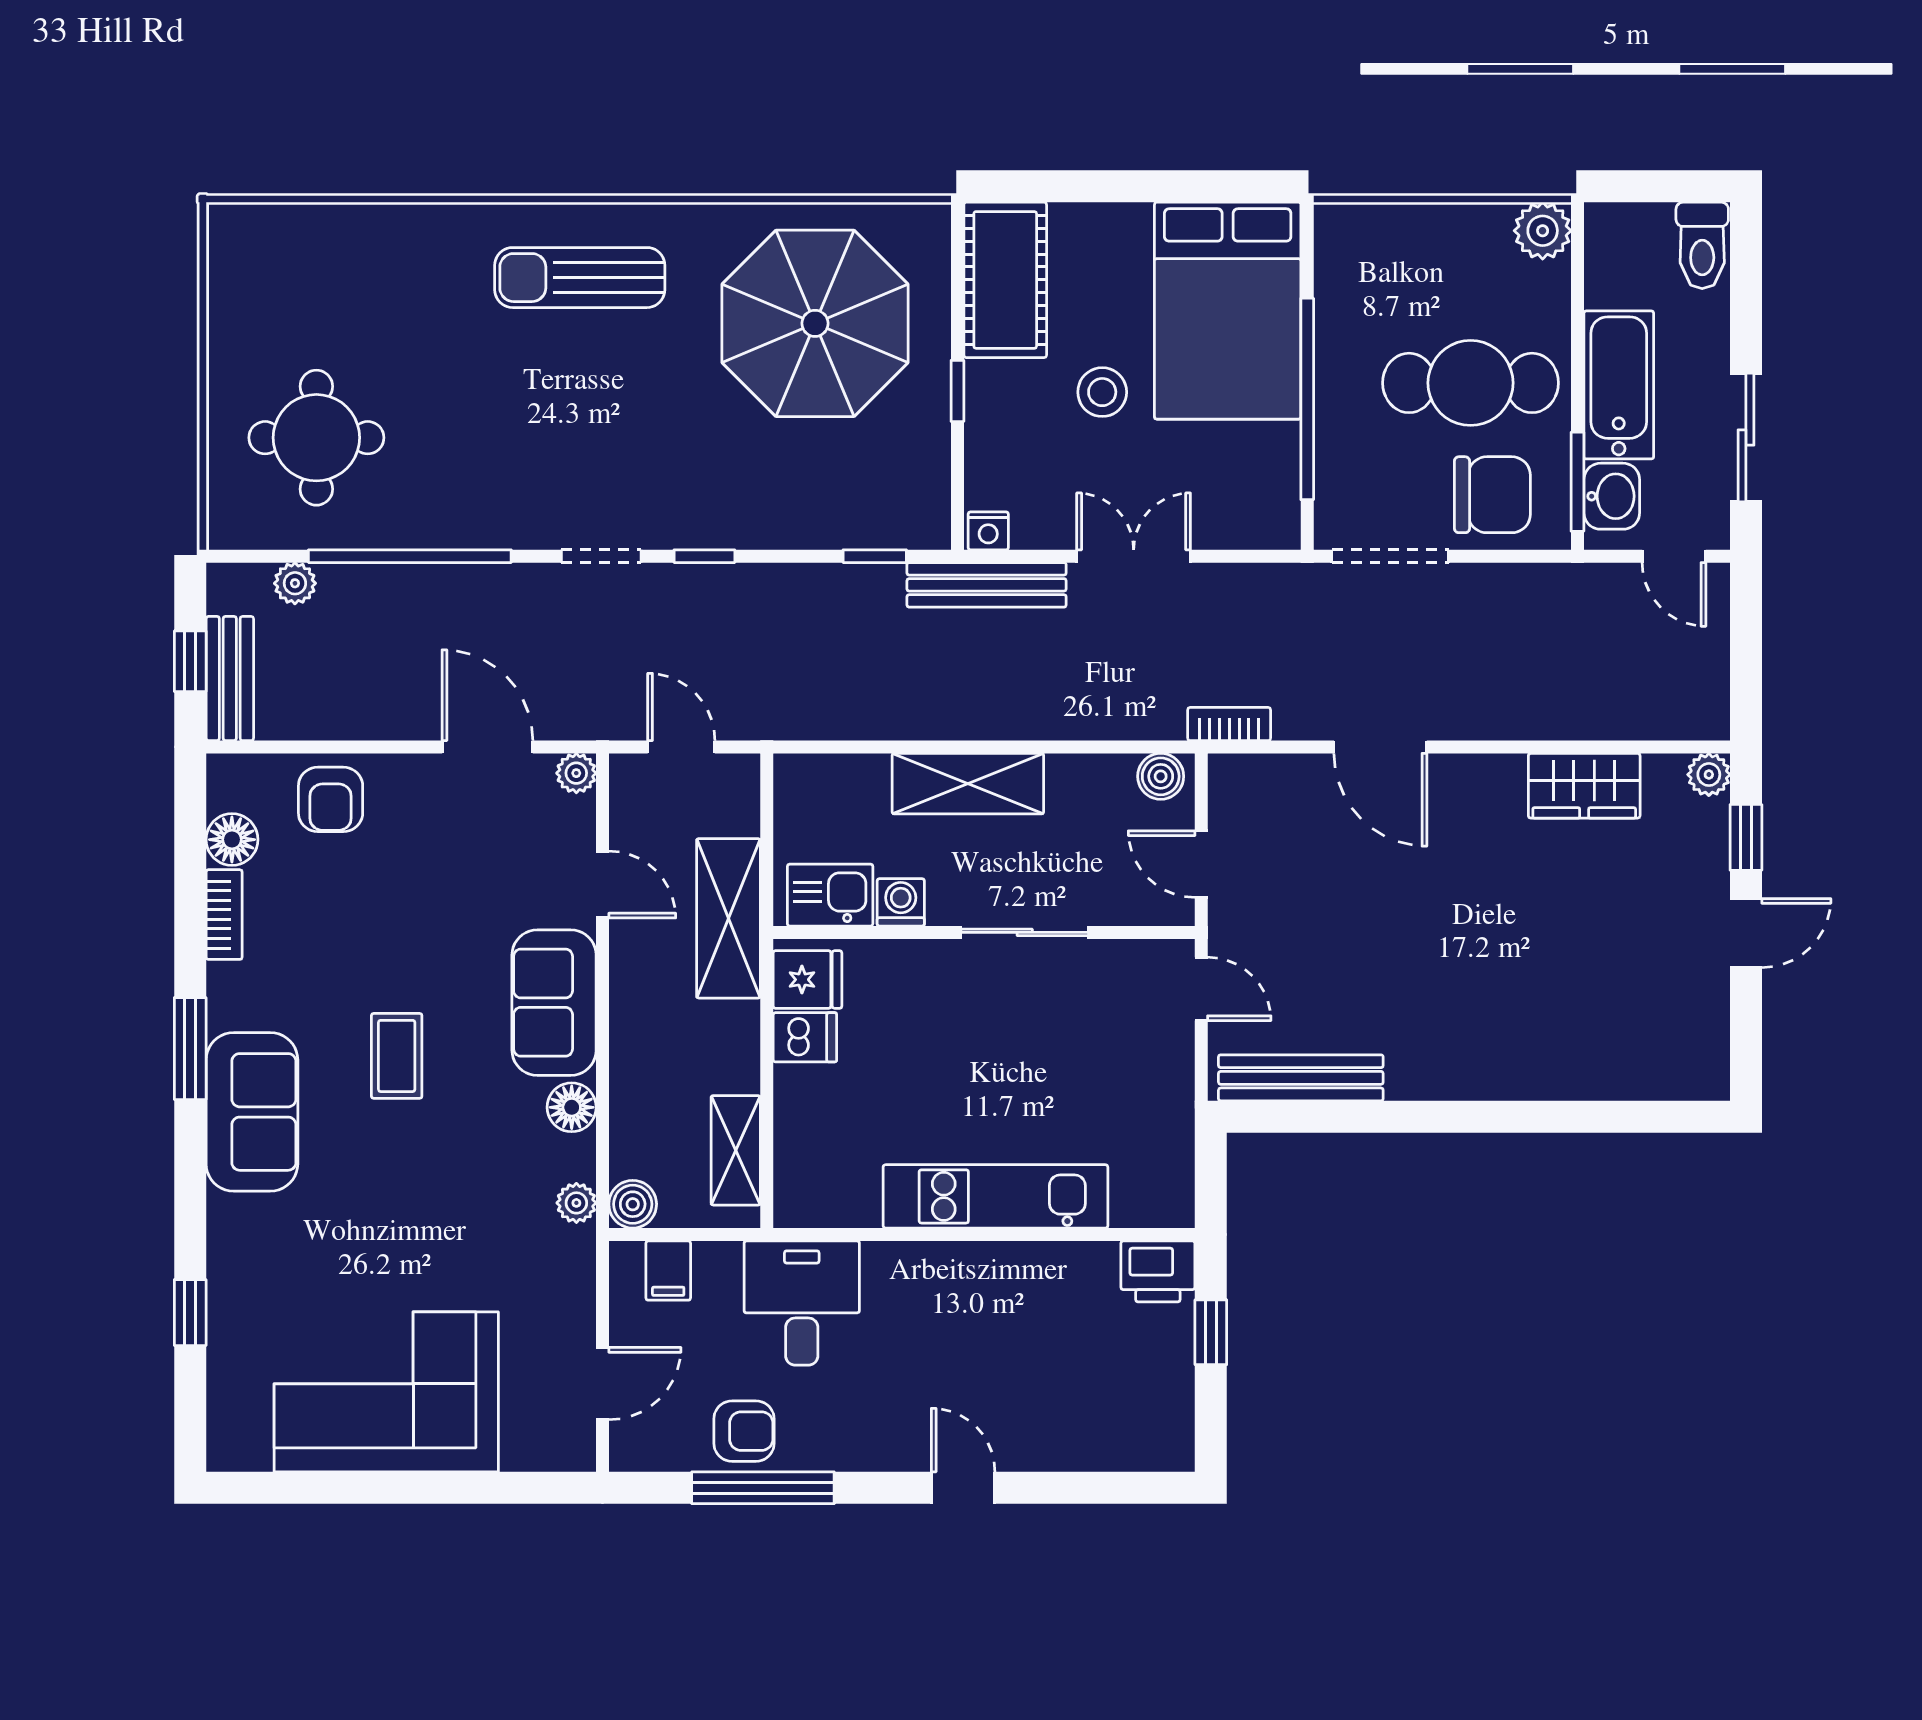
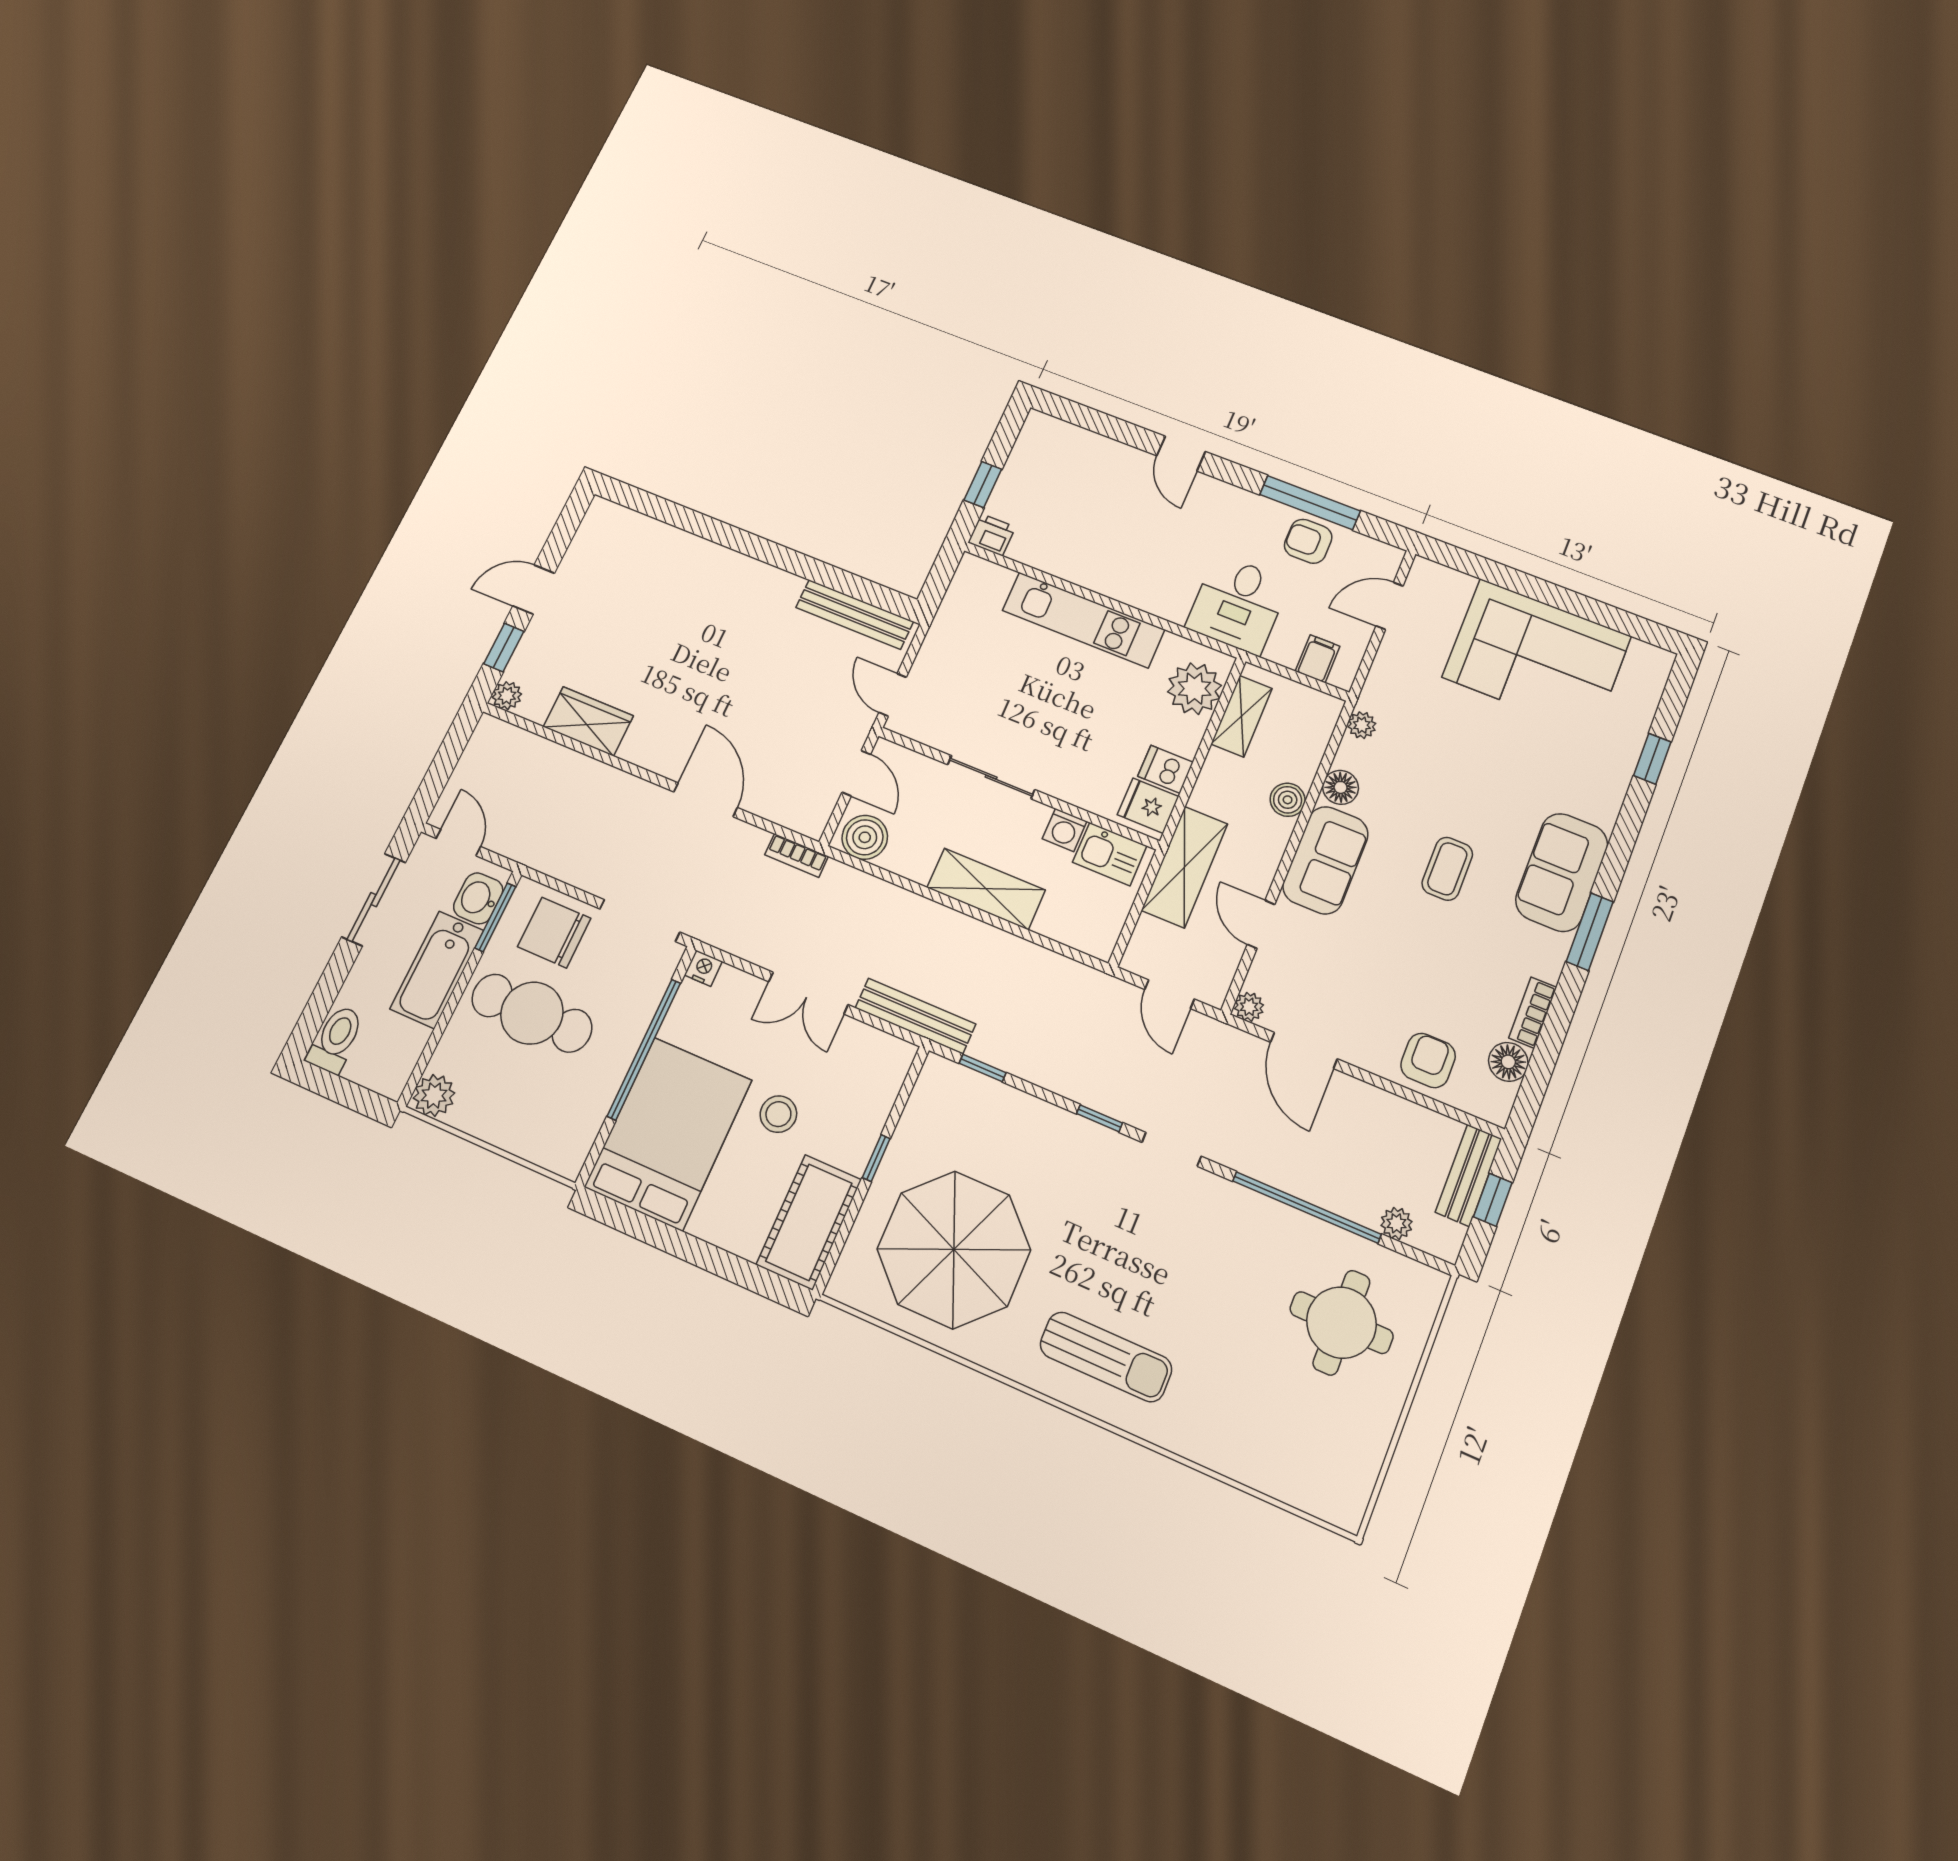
nightstand: (988, 531) -> (703, 968), moved
boiler: (1161, 776) -> (865, 837), width x1.36, depth x1.36
plant: (812, 1162) -> (1195, 689), added
boiler: (633, 1204) -> (1288, 800), moved
printer: (1158, 1271) -> (992, 535), width x0.73, depth x0.81

